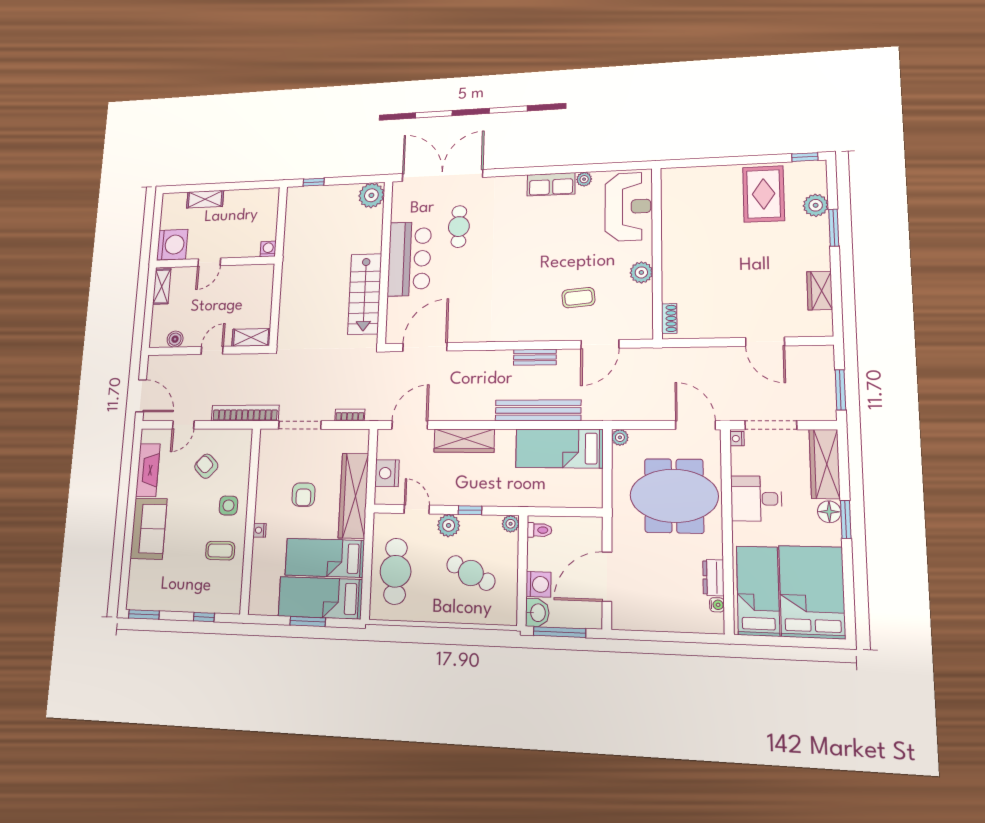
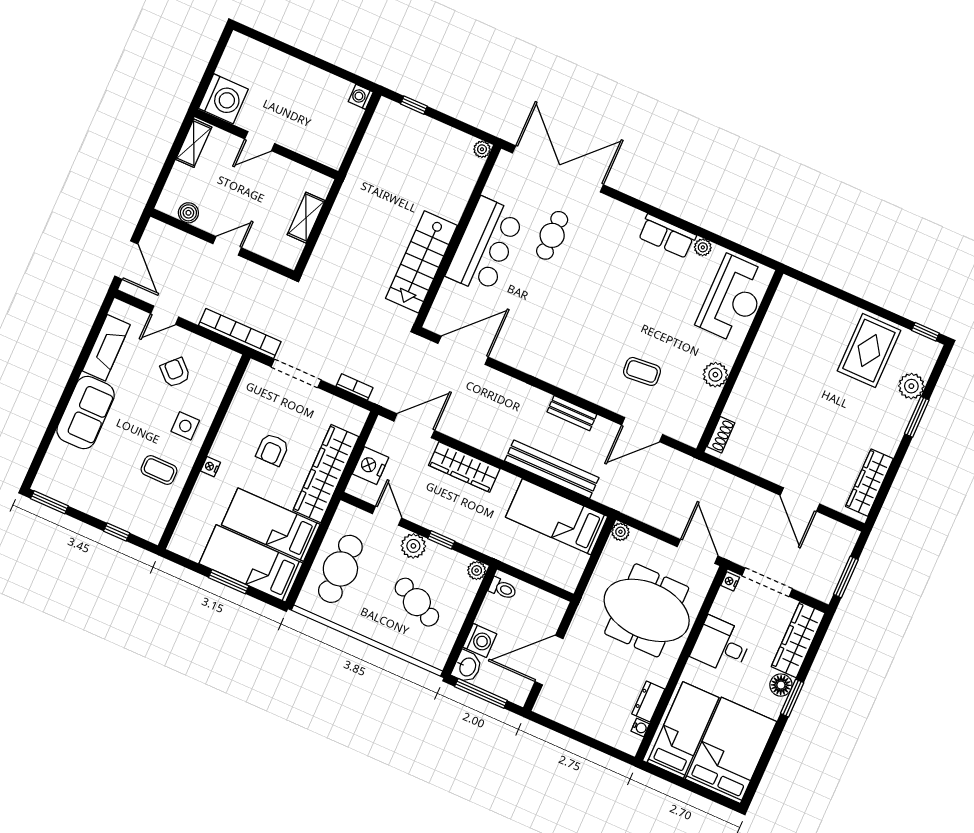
plant: (371, 195) -> (482, 149), width x0.53, depth x0.53
shelving: (205, 199) -> (281, 63), removed
washing machine: (268, 249) -> (361, 97), moved, turned -90
wardrobe: (820, 291) -> (869, 483), width x1.50
shelving: (251, 337) -> (306, 218), moved, turned 90

